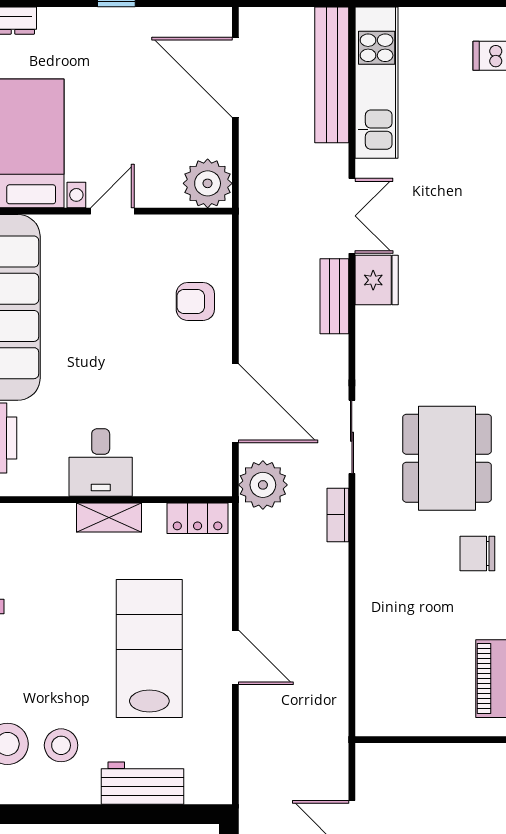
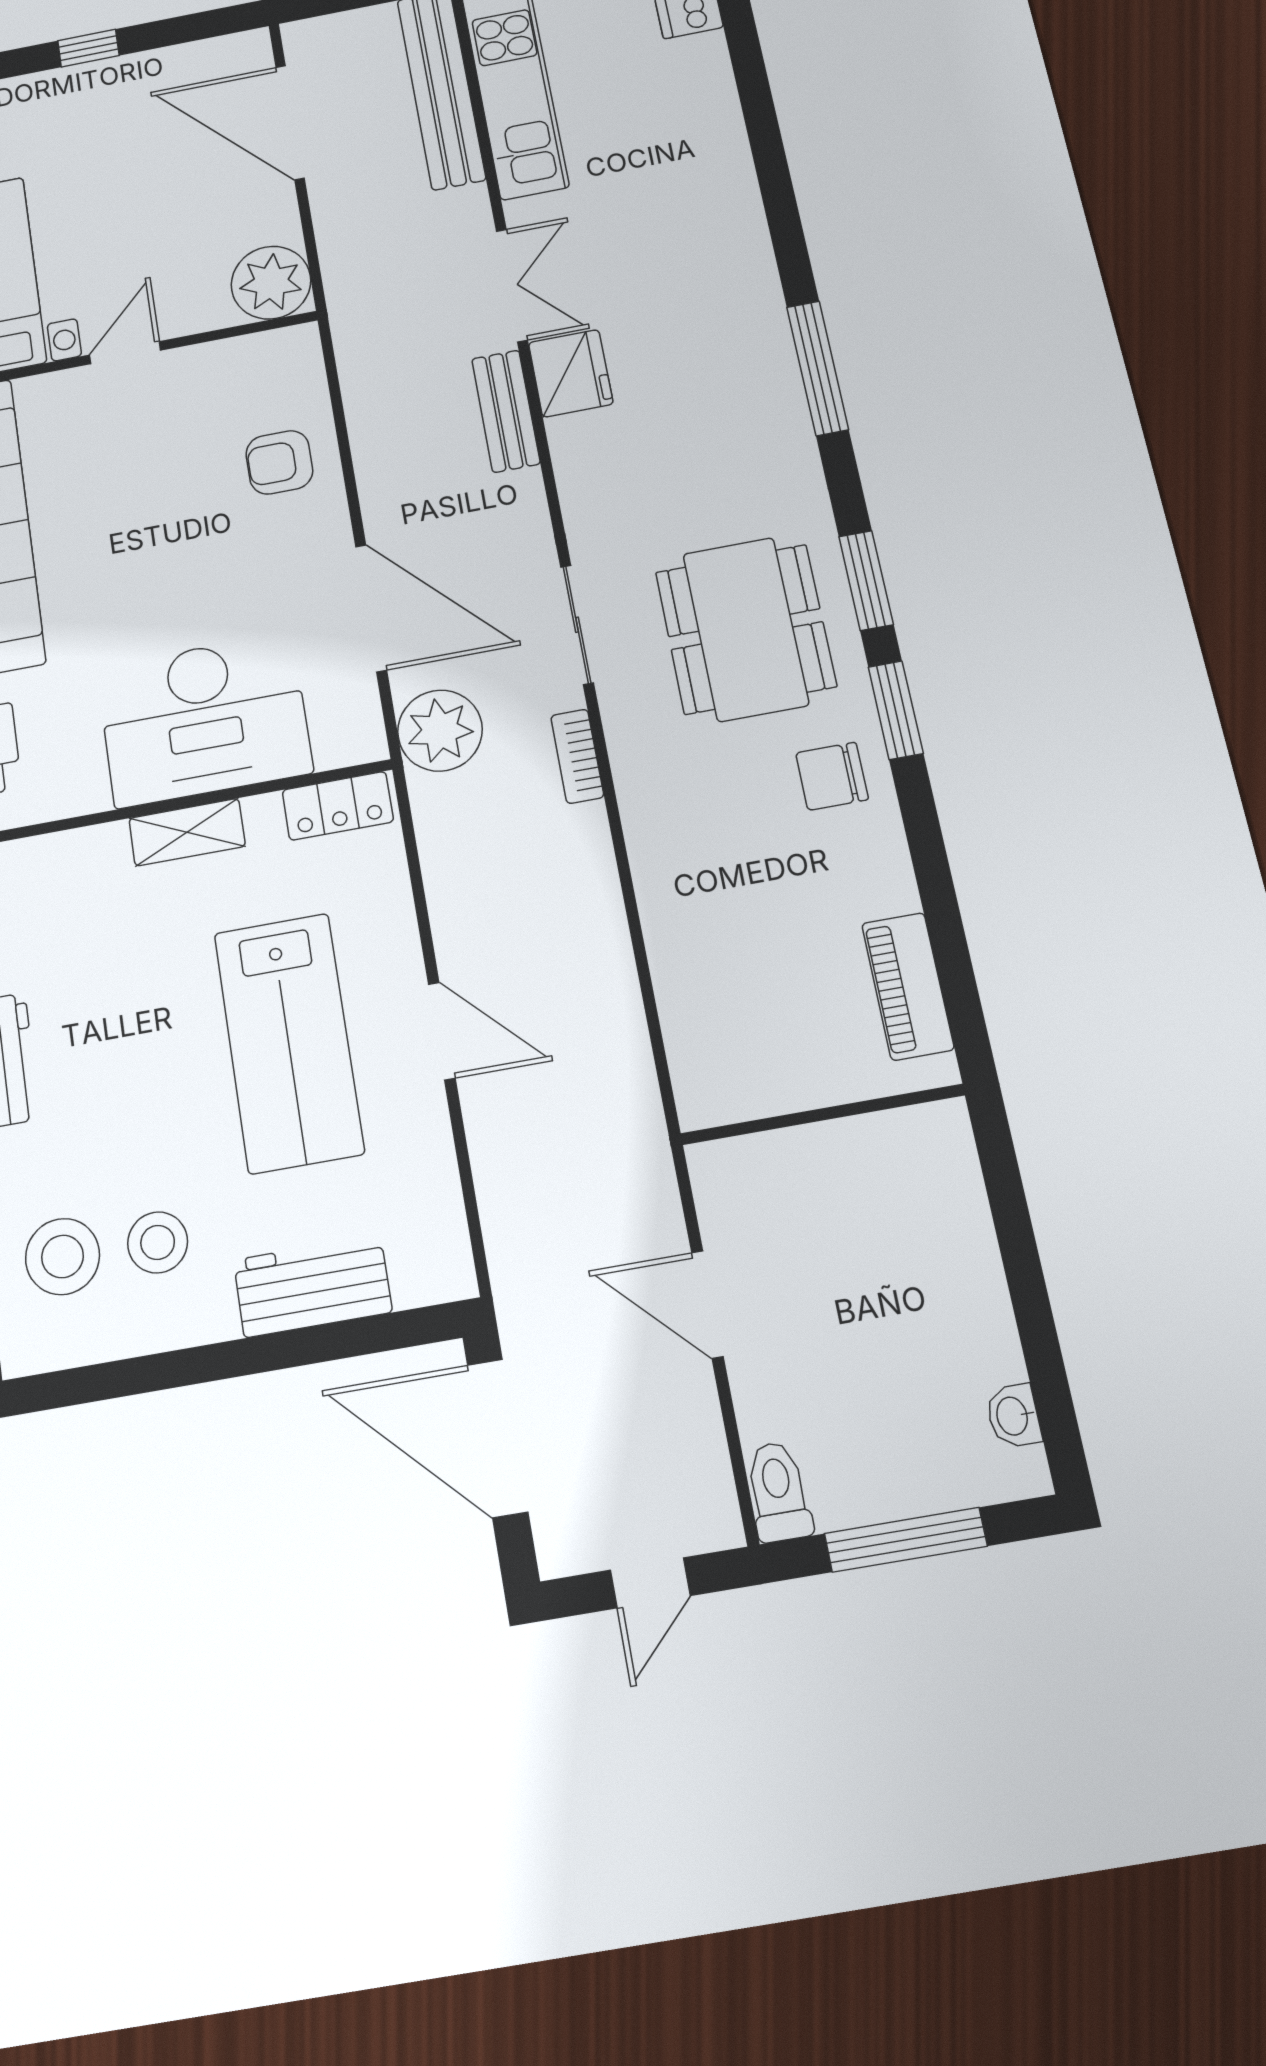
desk: (101, 462) -> (204, 720), width x1.87, depth x1.30
lab bench: (149, 649) -> (289, 1042), turned 180

